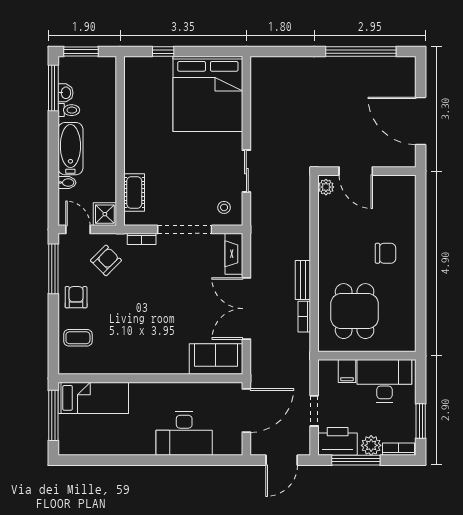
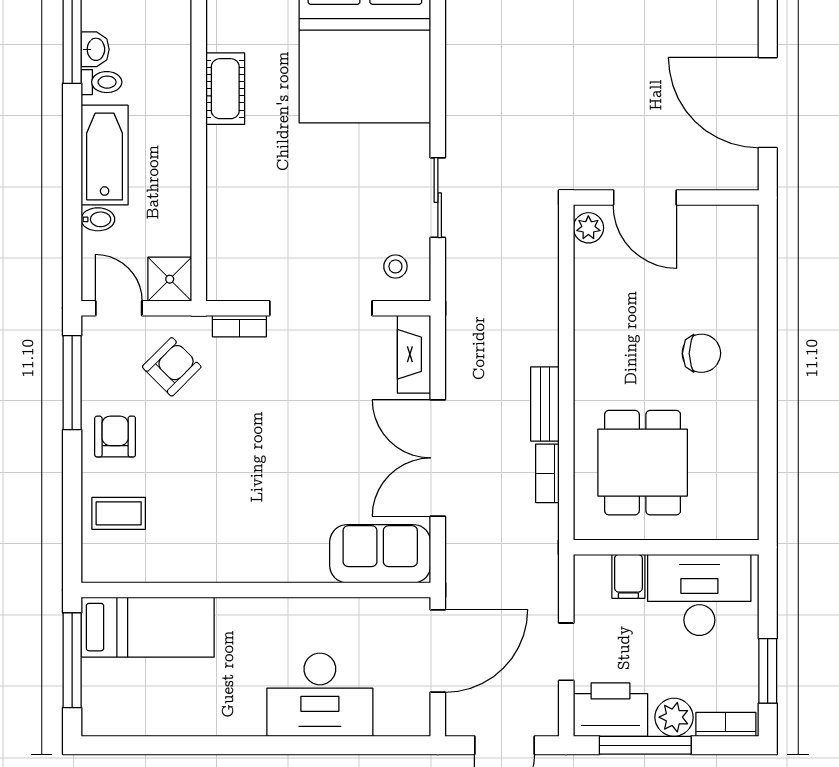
cot: (134, 192) -> (225, 89), moved

